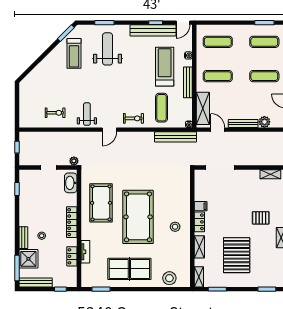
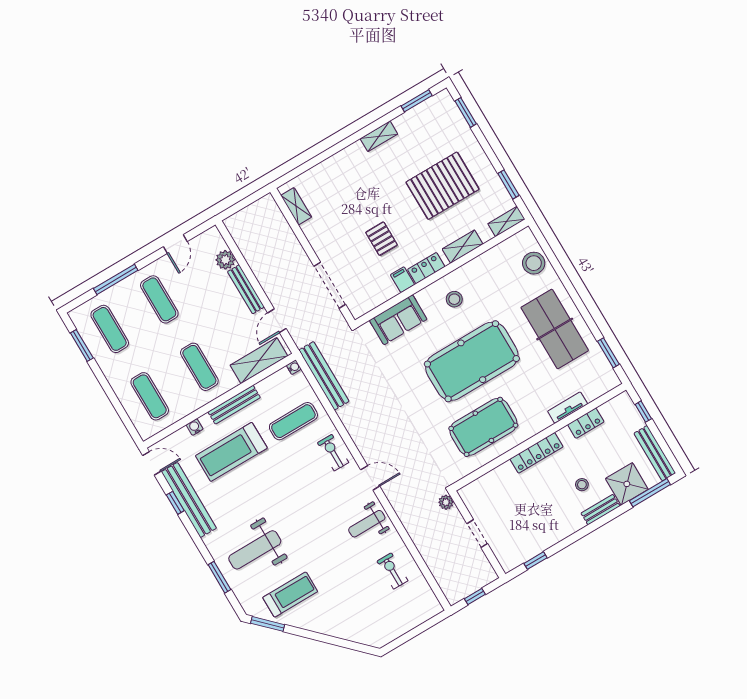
washbasin: (71, 183) -> (480, 488), removed
sofa: (182, 192) -> (398, 320), added
pallet: (261, 218) -> (381, 239), moved

